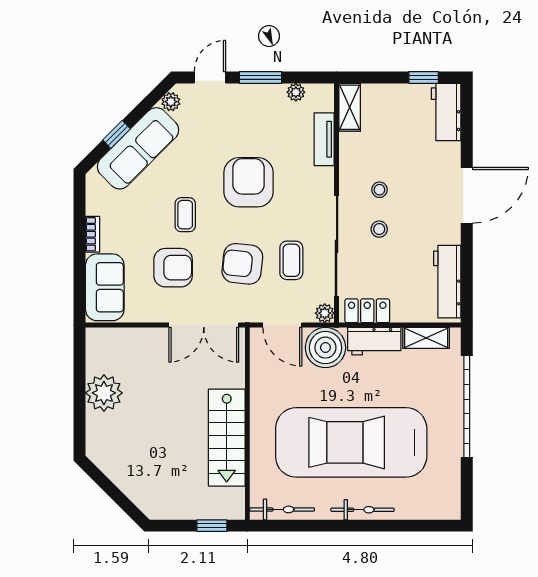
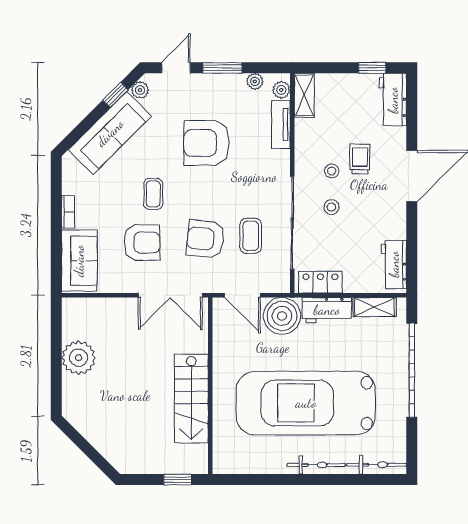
window: (117, 134) -> (115, 95), moved
trolley: (410, 177) -> (360, 159), added
armchair: (248, 182) -> (206, 143), moved, turned -90
workbench: (447, 282) -> (394, 264), width x0.73
plant: (325, 313) -> (281, 90), moved
bicycle: (282, 509) -> (377, 465), moved

